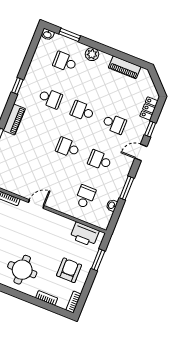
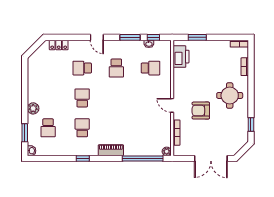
piano: (125, 67) -> (33, 78), removed
school desk: (82, 111) -> (82, 98), turned 180
school desk: (114, 124) -> (82, 68), turned -90
window: (150, 129) -> (153, 37), moved
school desk: (68, 148) -> (116, 98), removed
school desk: (85, 197) -> (150, 68), turned 180
armchair: (69, 270) -> (201, 111), moved

